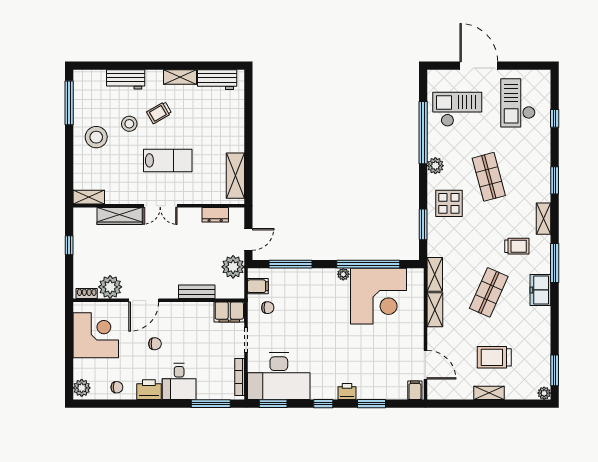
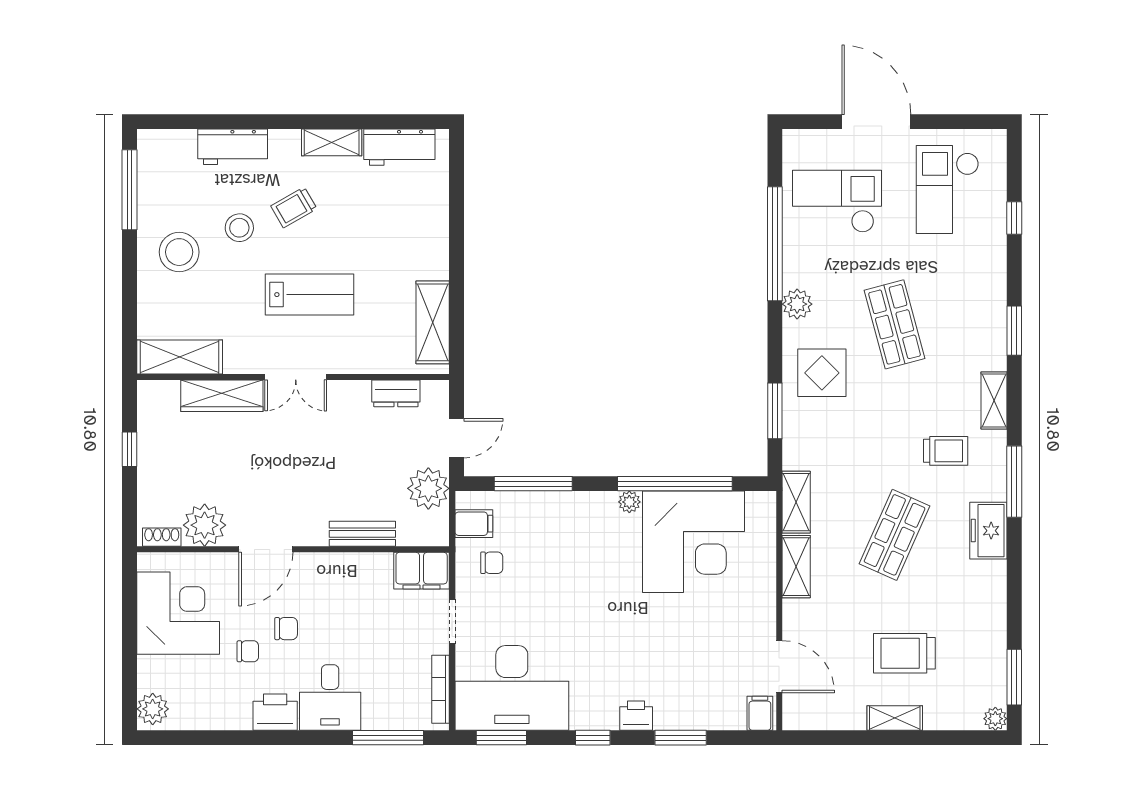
shelving: (89, 197) -> (180, 357), width x1.50, depth x1.33
chair: (117, 387) -> (248, 651), moved

